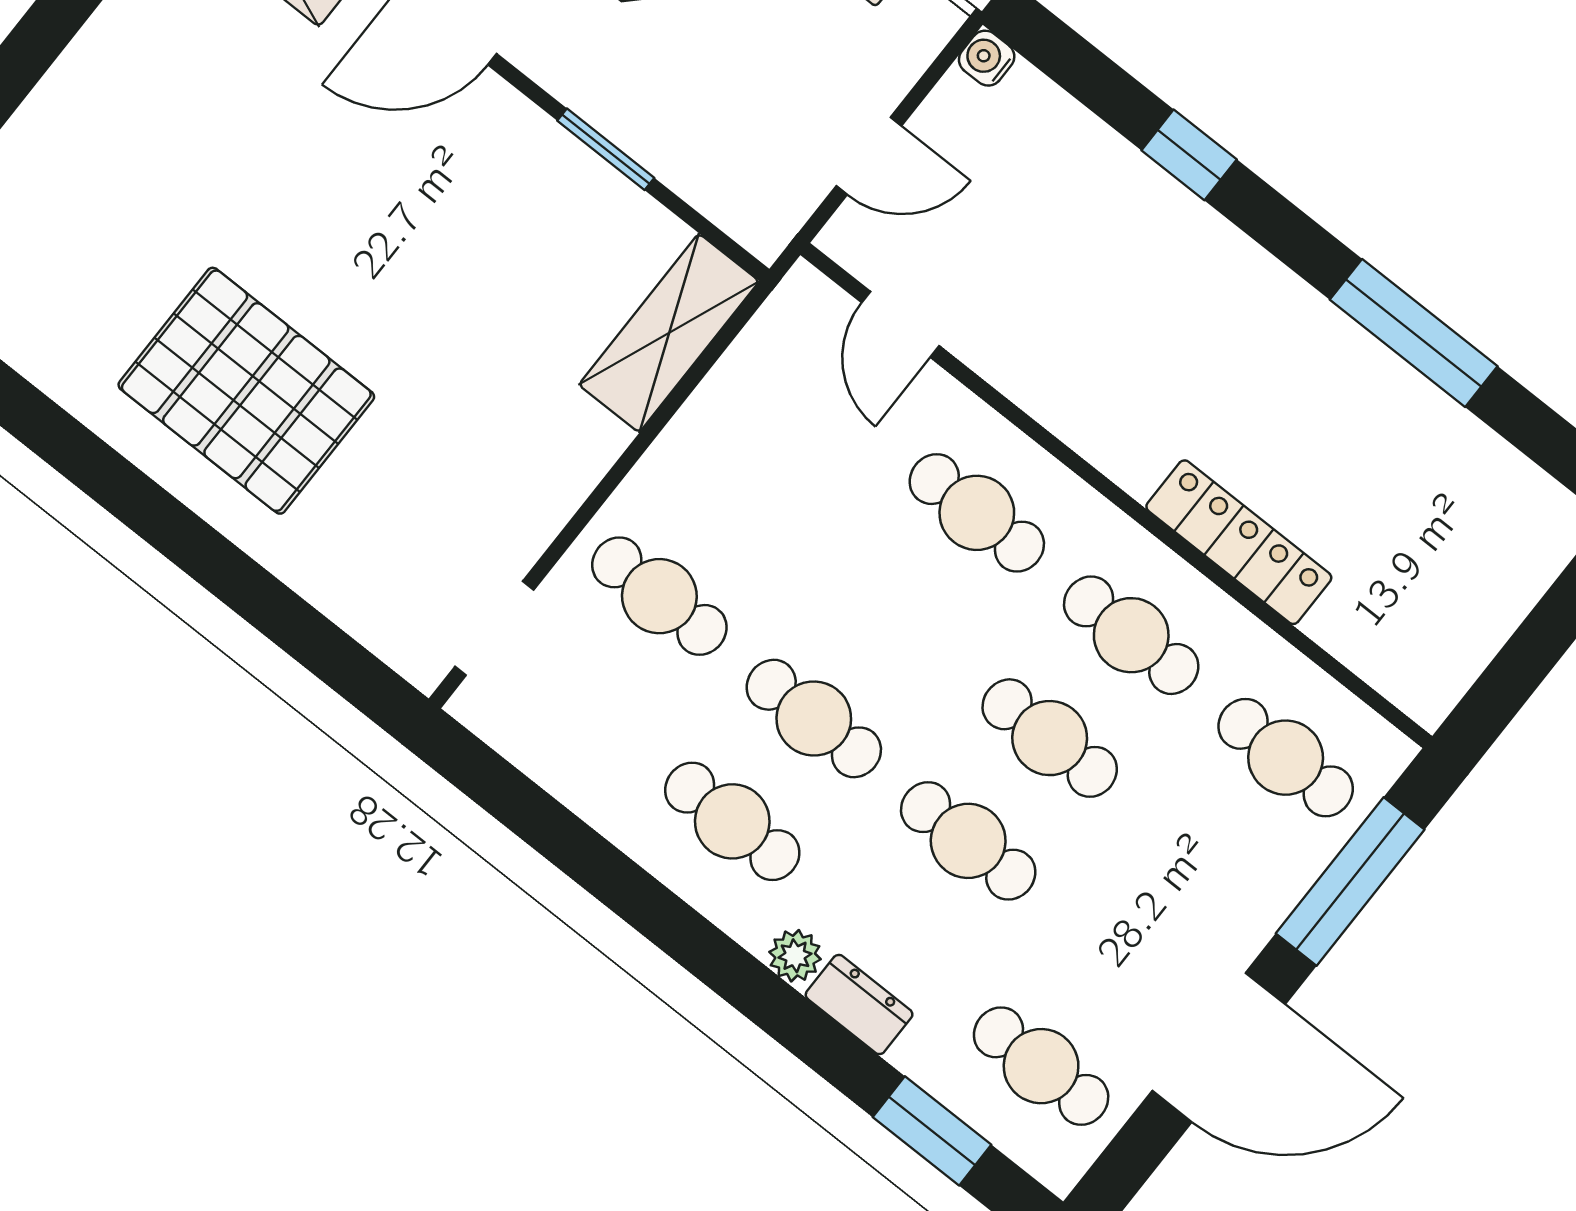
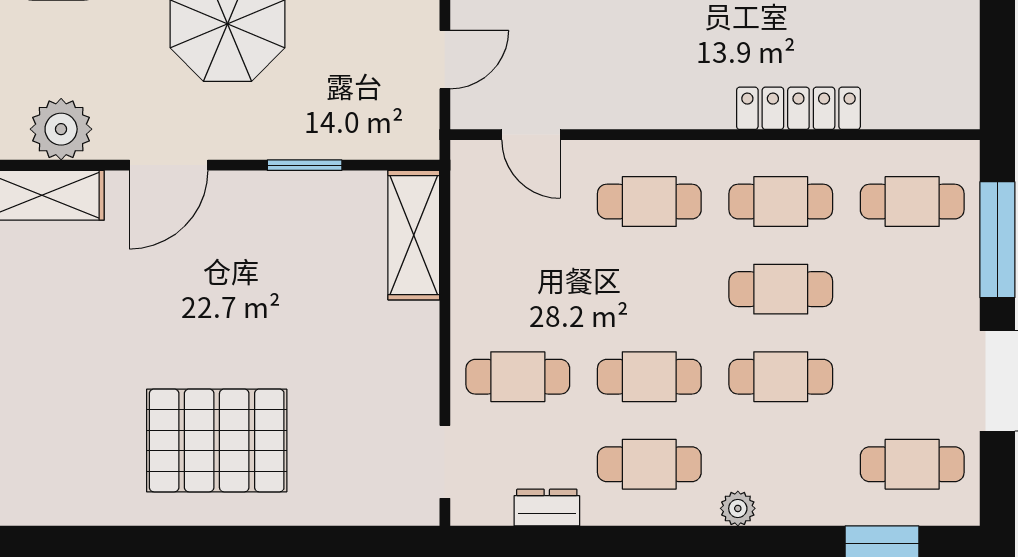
dresser: (859, 1005) -> (547, 507), moved

